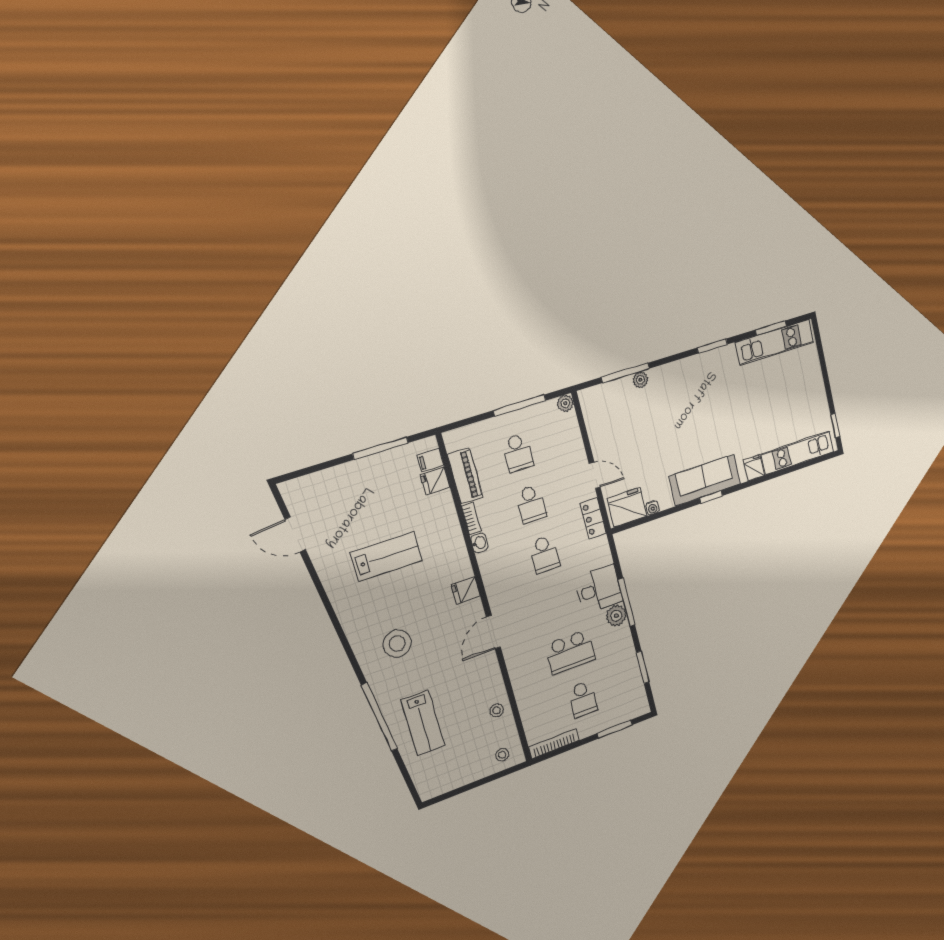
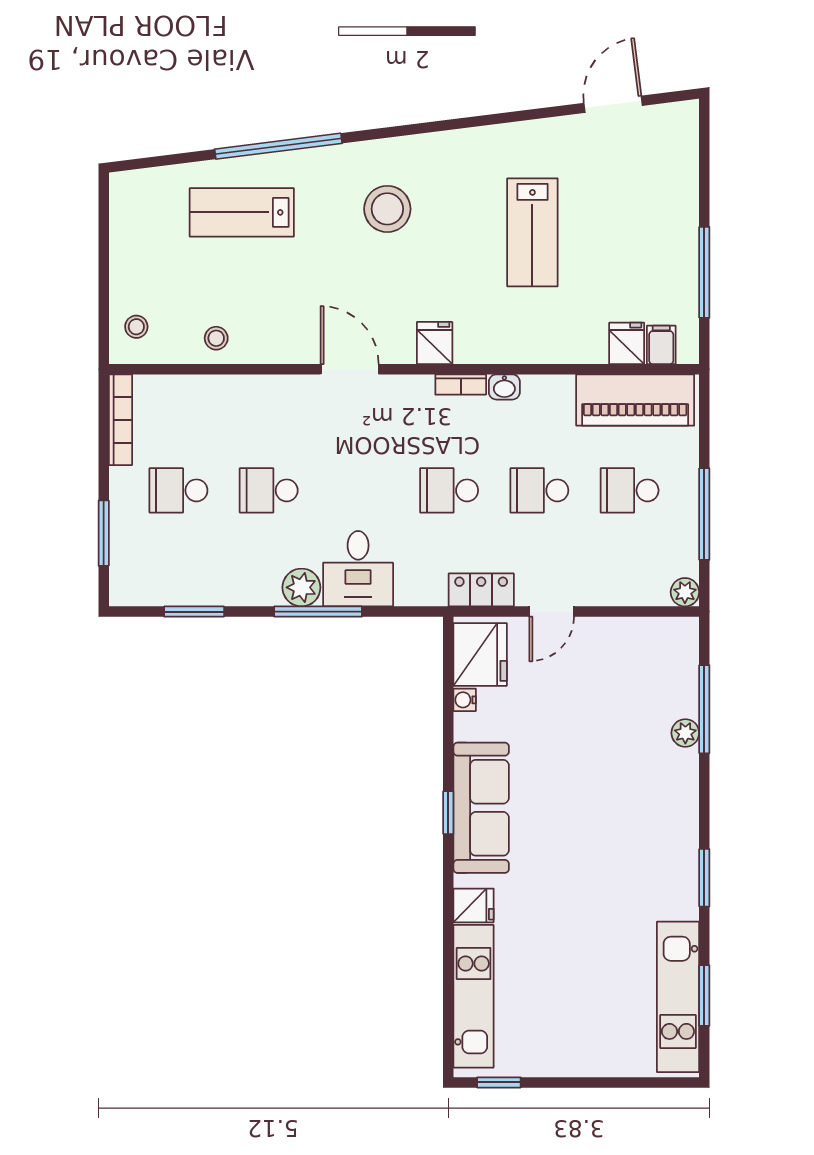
piano: (465, 476) -> (635, 400), width x1.37, depth x1.33
bookcase: (471, 519) -> (461, 385), moved
school desk: (570, 652) -> (269, 490), width x0.54

